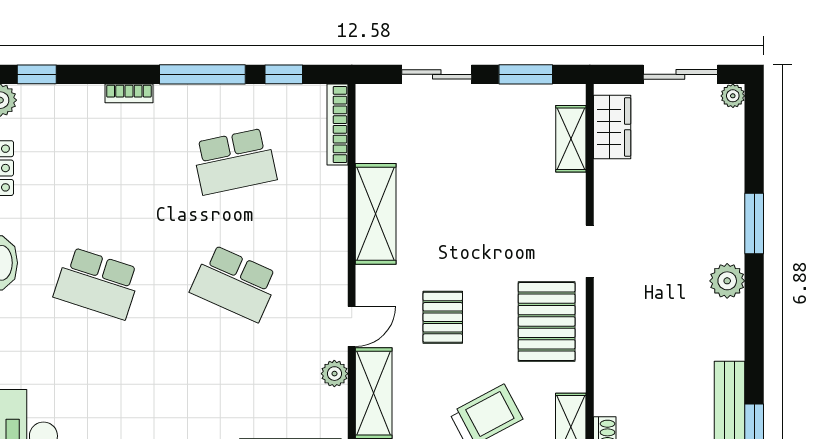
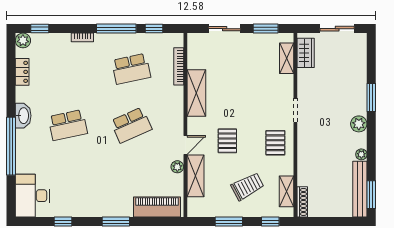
plant: (733, 96) -> (361, 154), moved
bookcase: (337, 125) -> (179, 66), moved
school desk: (97, 283) -> (68, 125), turned -30
school desk: (235, 283) -> (131, 125), turned -48
pallet: (547, 322) -> (275, 143), width x0.67, depth x0.71

